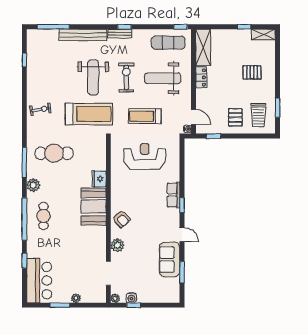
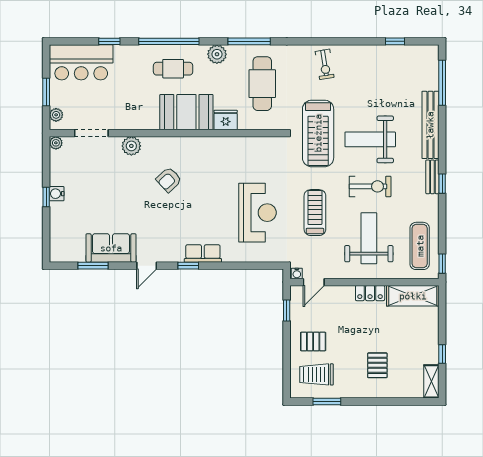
fridge: (99, 179) -> (226, 120), moved
booth: (94, 207) -> (186, 112), moved
wall: (108, 221) -> (166, 133), moved
plant: (117, 245) -> (131, 146), moved
doorway: (108, 273) -> (91, 133), moved
plant: (115, 298) -> (56, 143), moved

